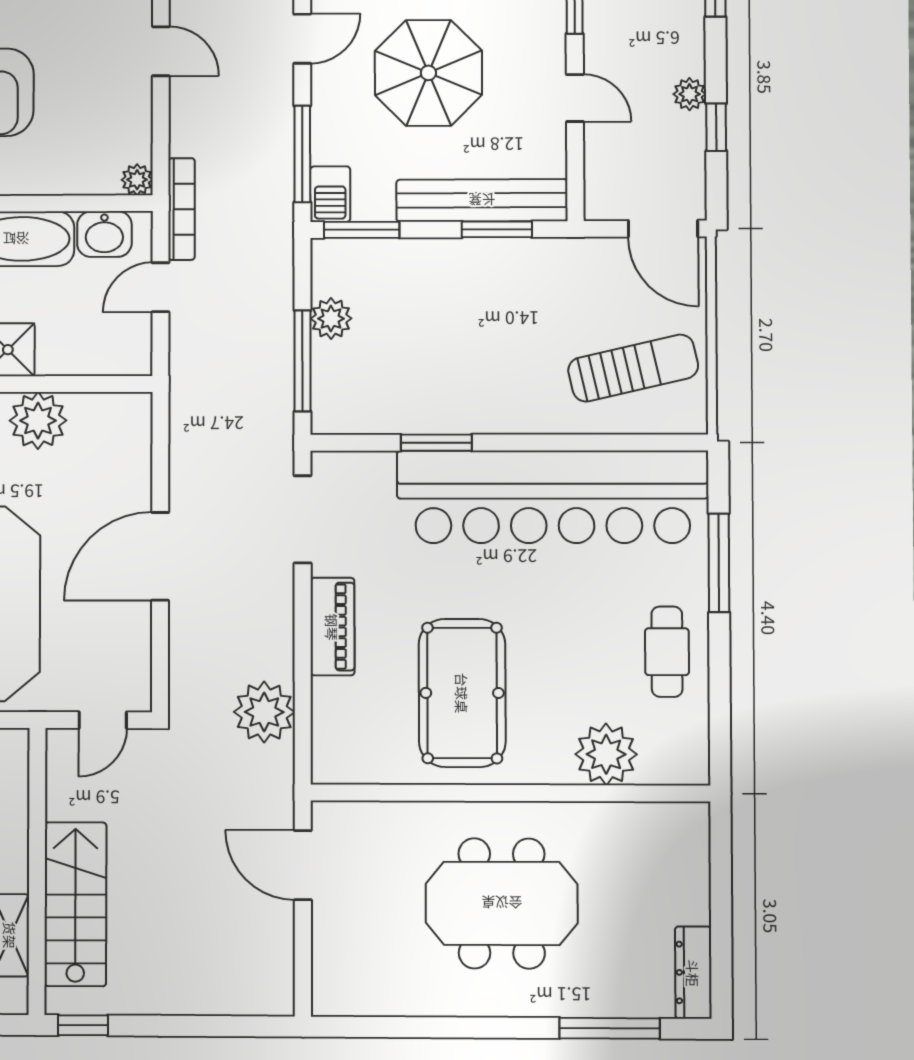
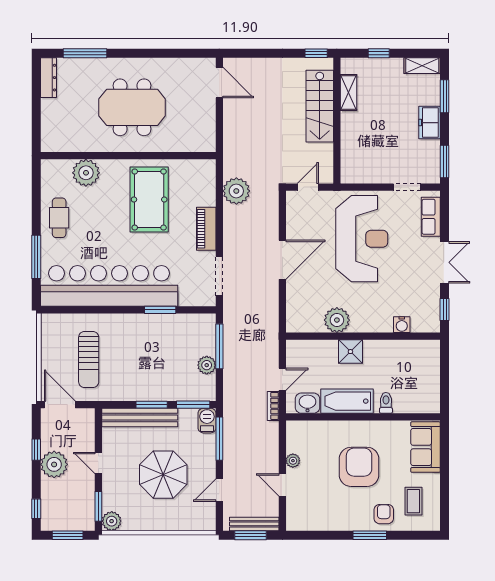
plant: (690, 94) -> (54, 464), width x1.88, depth x1.88
plant: (137, 180) -> (293, 461), moved
bookcase: (182, 209) -> (273, 406), width x0.64
window: (497, 229) -> (152, 405), moved
sun lounger: (633, 368) -> (89, 360), moved, turned -77
door: (303, 865) -> (219, 82), moved

